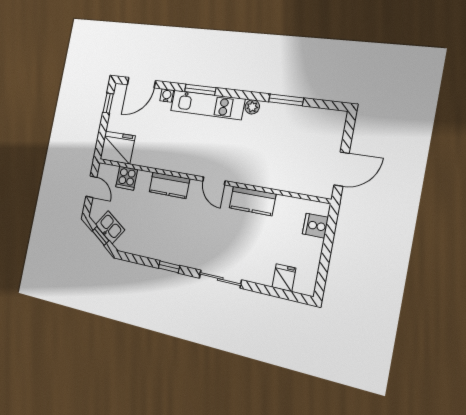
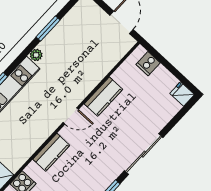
fridge: (284, 278) -> (182, 94), moved
sliding door: (220, 279) -> (144, 154), width x1.37

